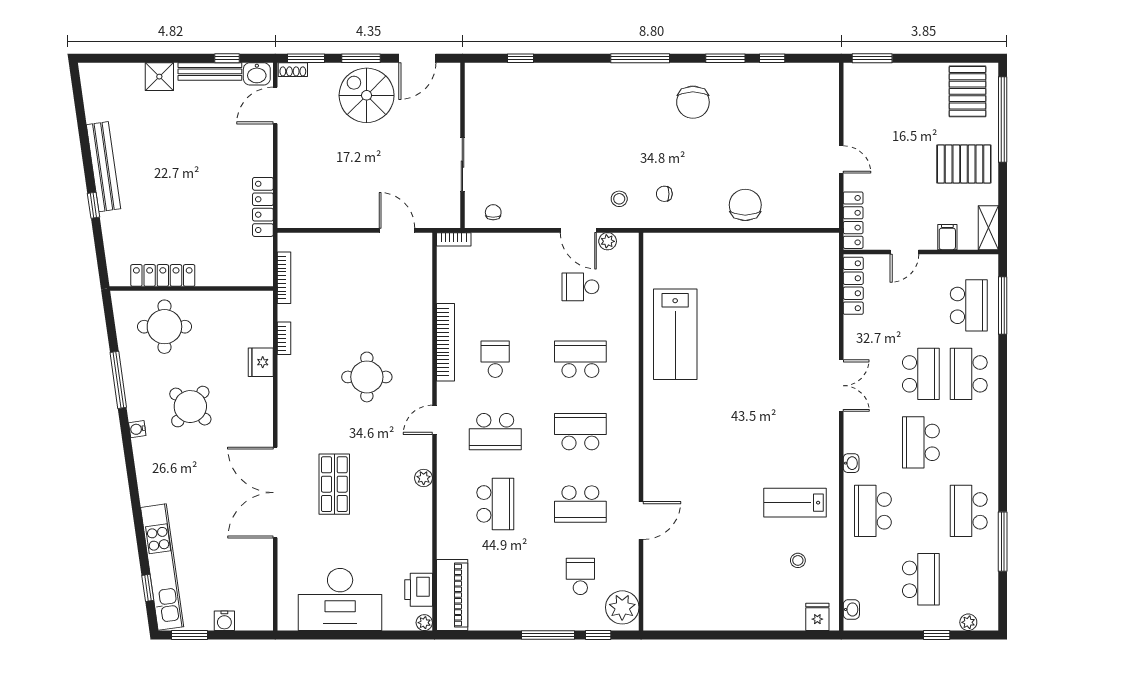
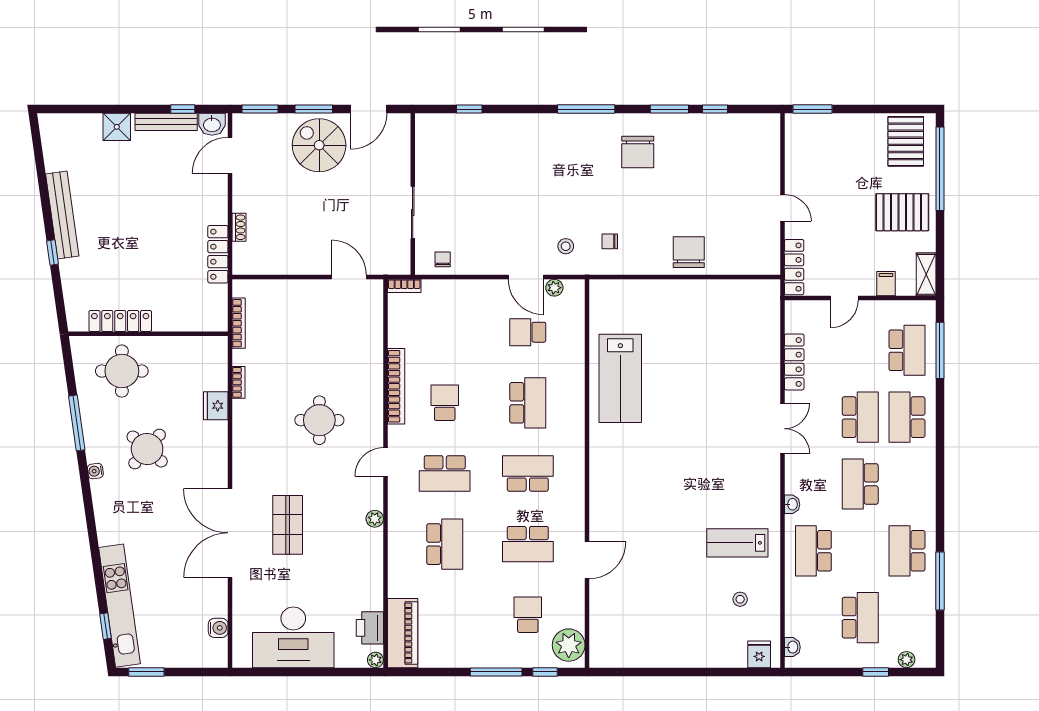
shoe rack: (293, 70) -> (239, 227), moved, turned -90
locker: (853, 286) -> (794, 362), moved
school desk: (580, 359) -> (528, 403), turned 90
water cooler: (224, 621) -> (218, 628), moved, turned -90

